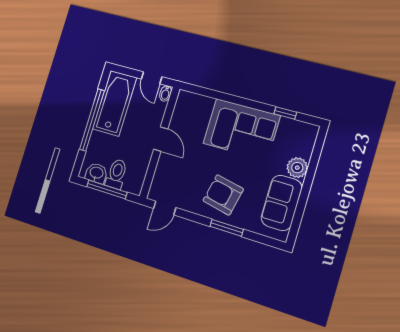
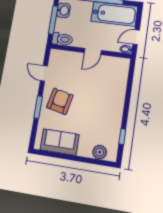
corner sofa: (241, 130) -> (107, 107), removed
plant: (297, 168) -> (100, 152), moved
toilet: (116, 174) -> (62, 39), moved
door: (165, 208) -> (44, 73), moved

